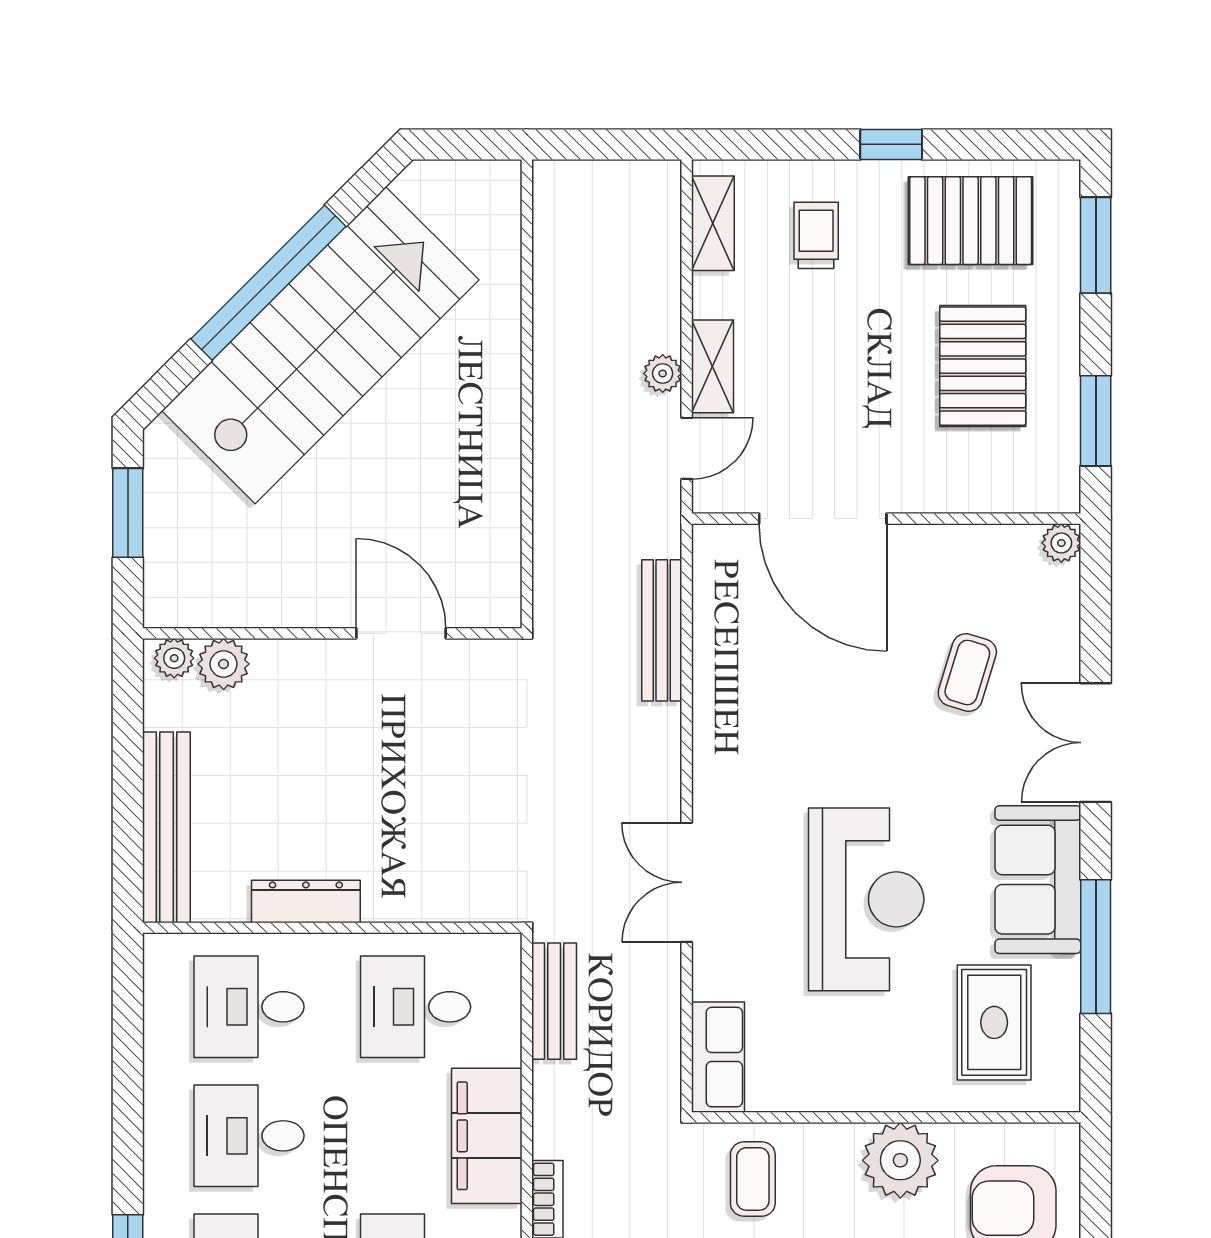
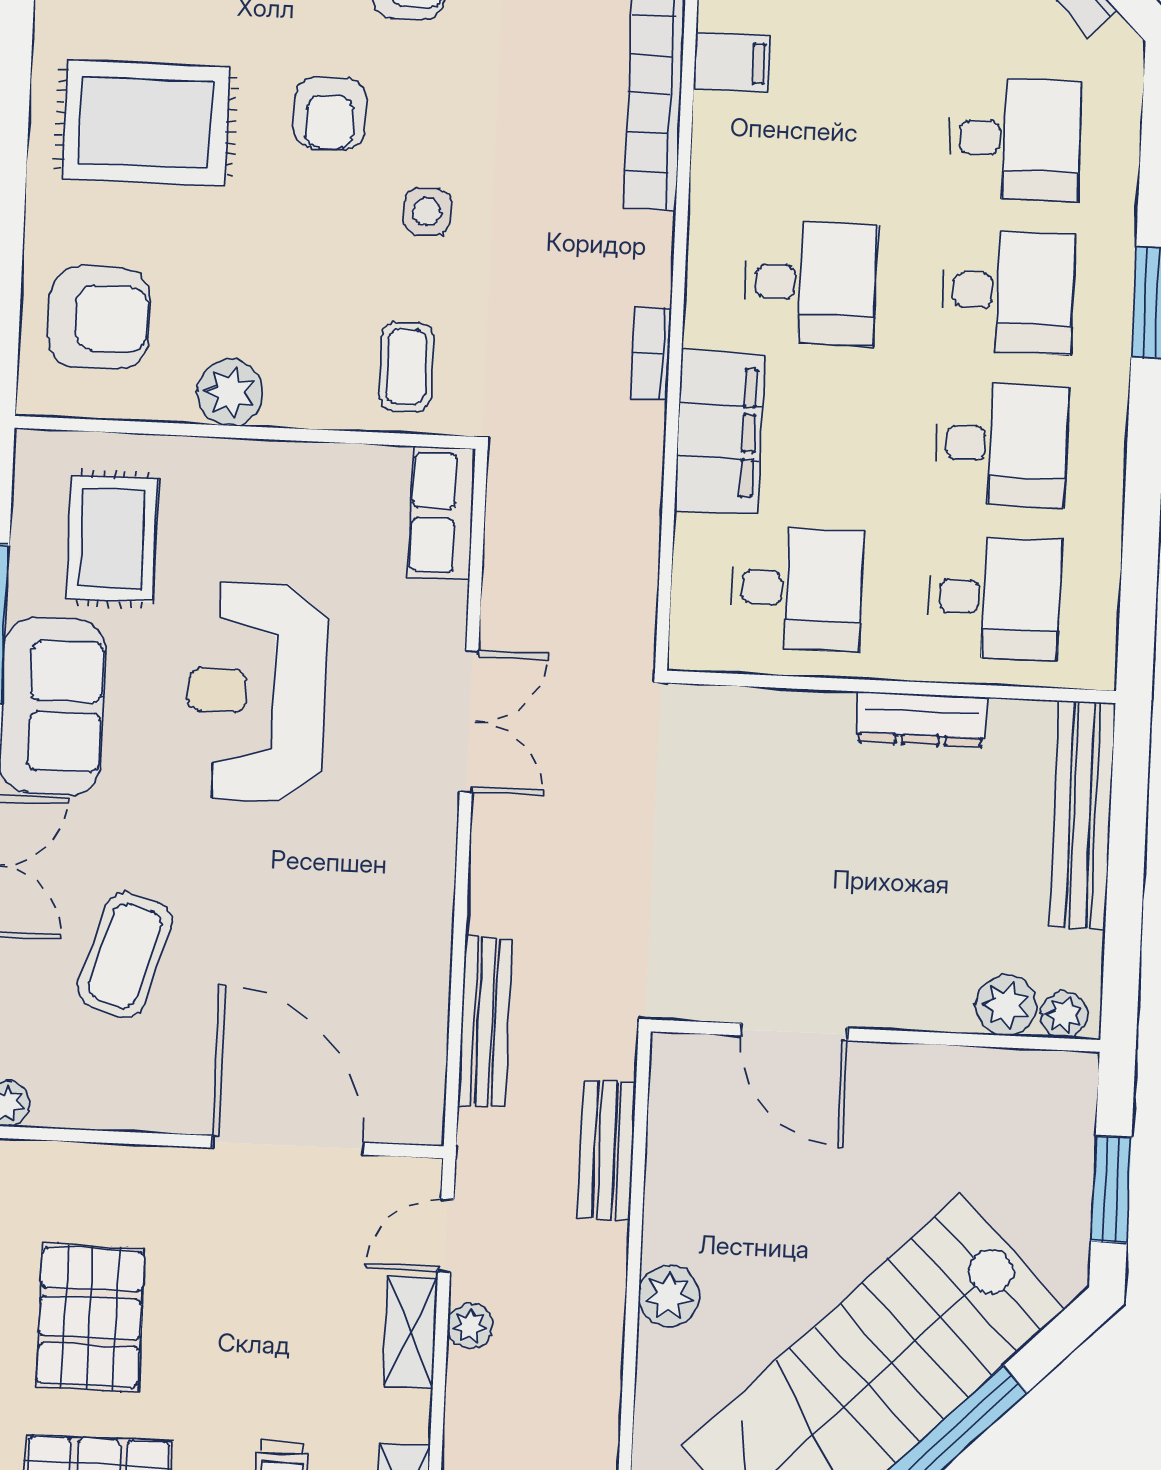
plant: (496, 407) -> (669, 1295), added
coffee table: (967, 672) -> (125, 955), width x1.36, depth x1.30
bench: (554, 1001) -> (607, 1150), moved
plant: (900, 1160) -> (230, 393), width x0.73, depth x0.73

